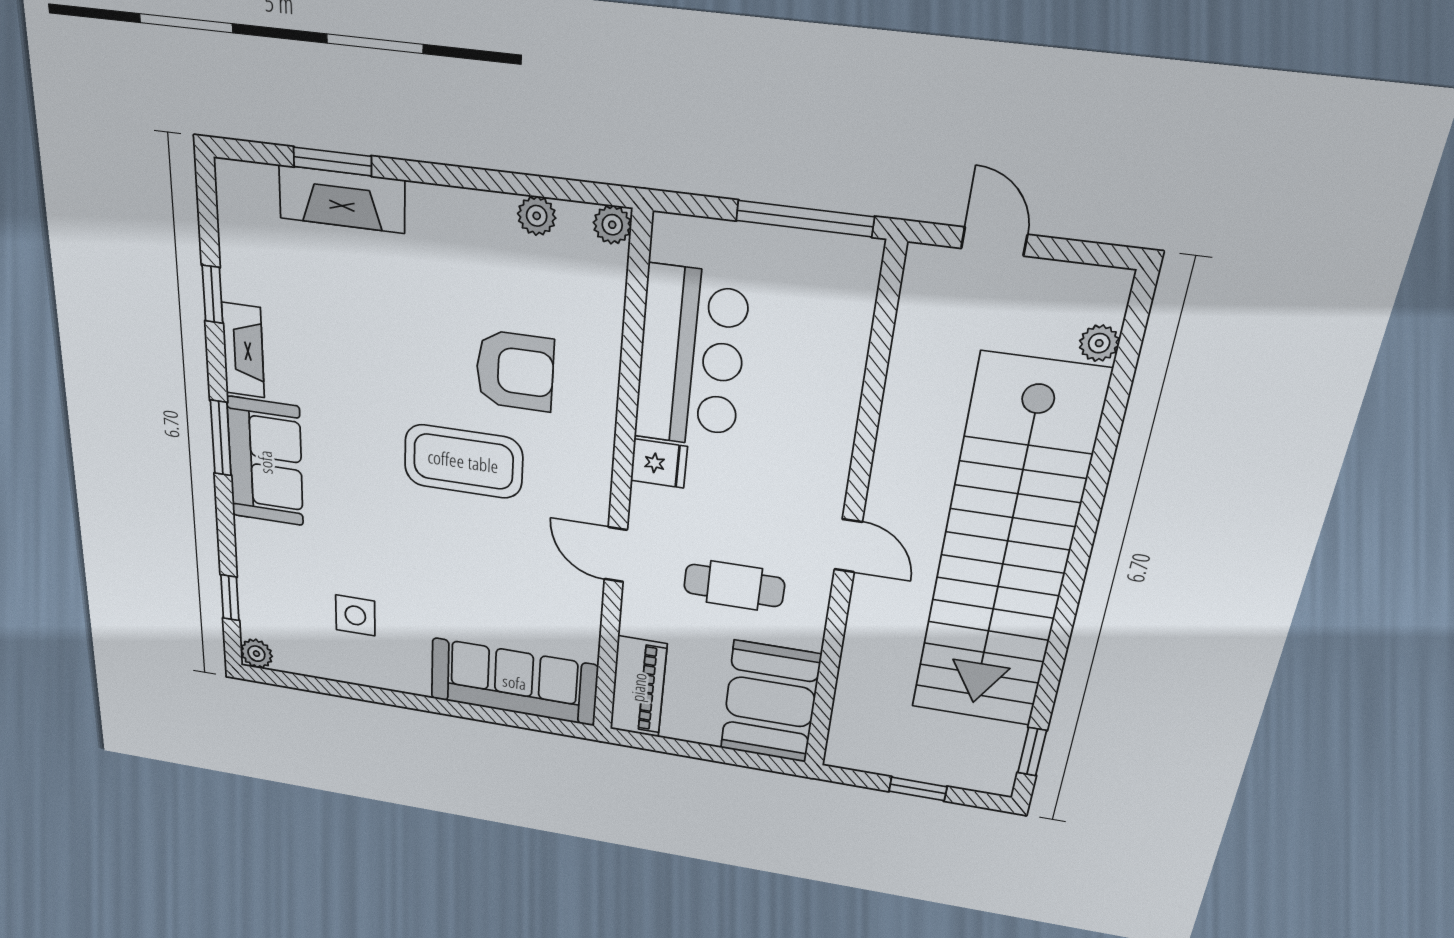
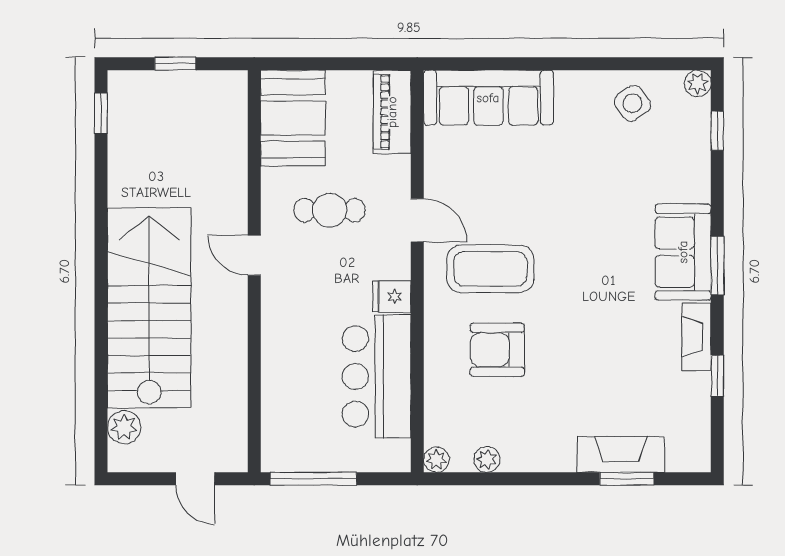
plant: (1099, 343) -> (124, 427), width x1.38, depth x1.38
coffee table: (463, 461) -> (490, 269), moved
stairs: (1006, 548) -> (149, 308), width x0.73
side table: (355, 615) -> (632, 103), moved, turned -37

